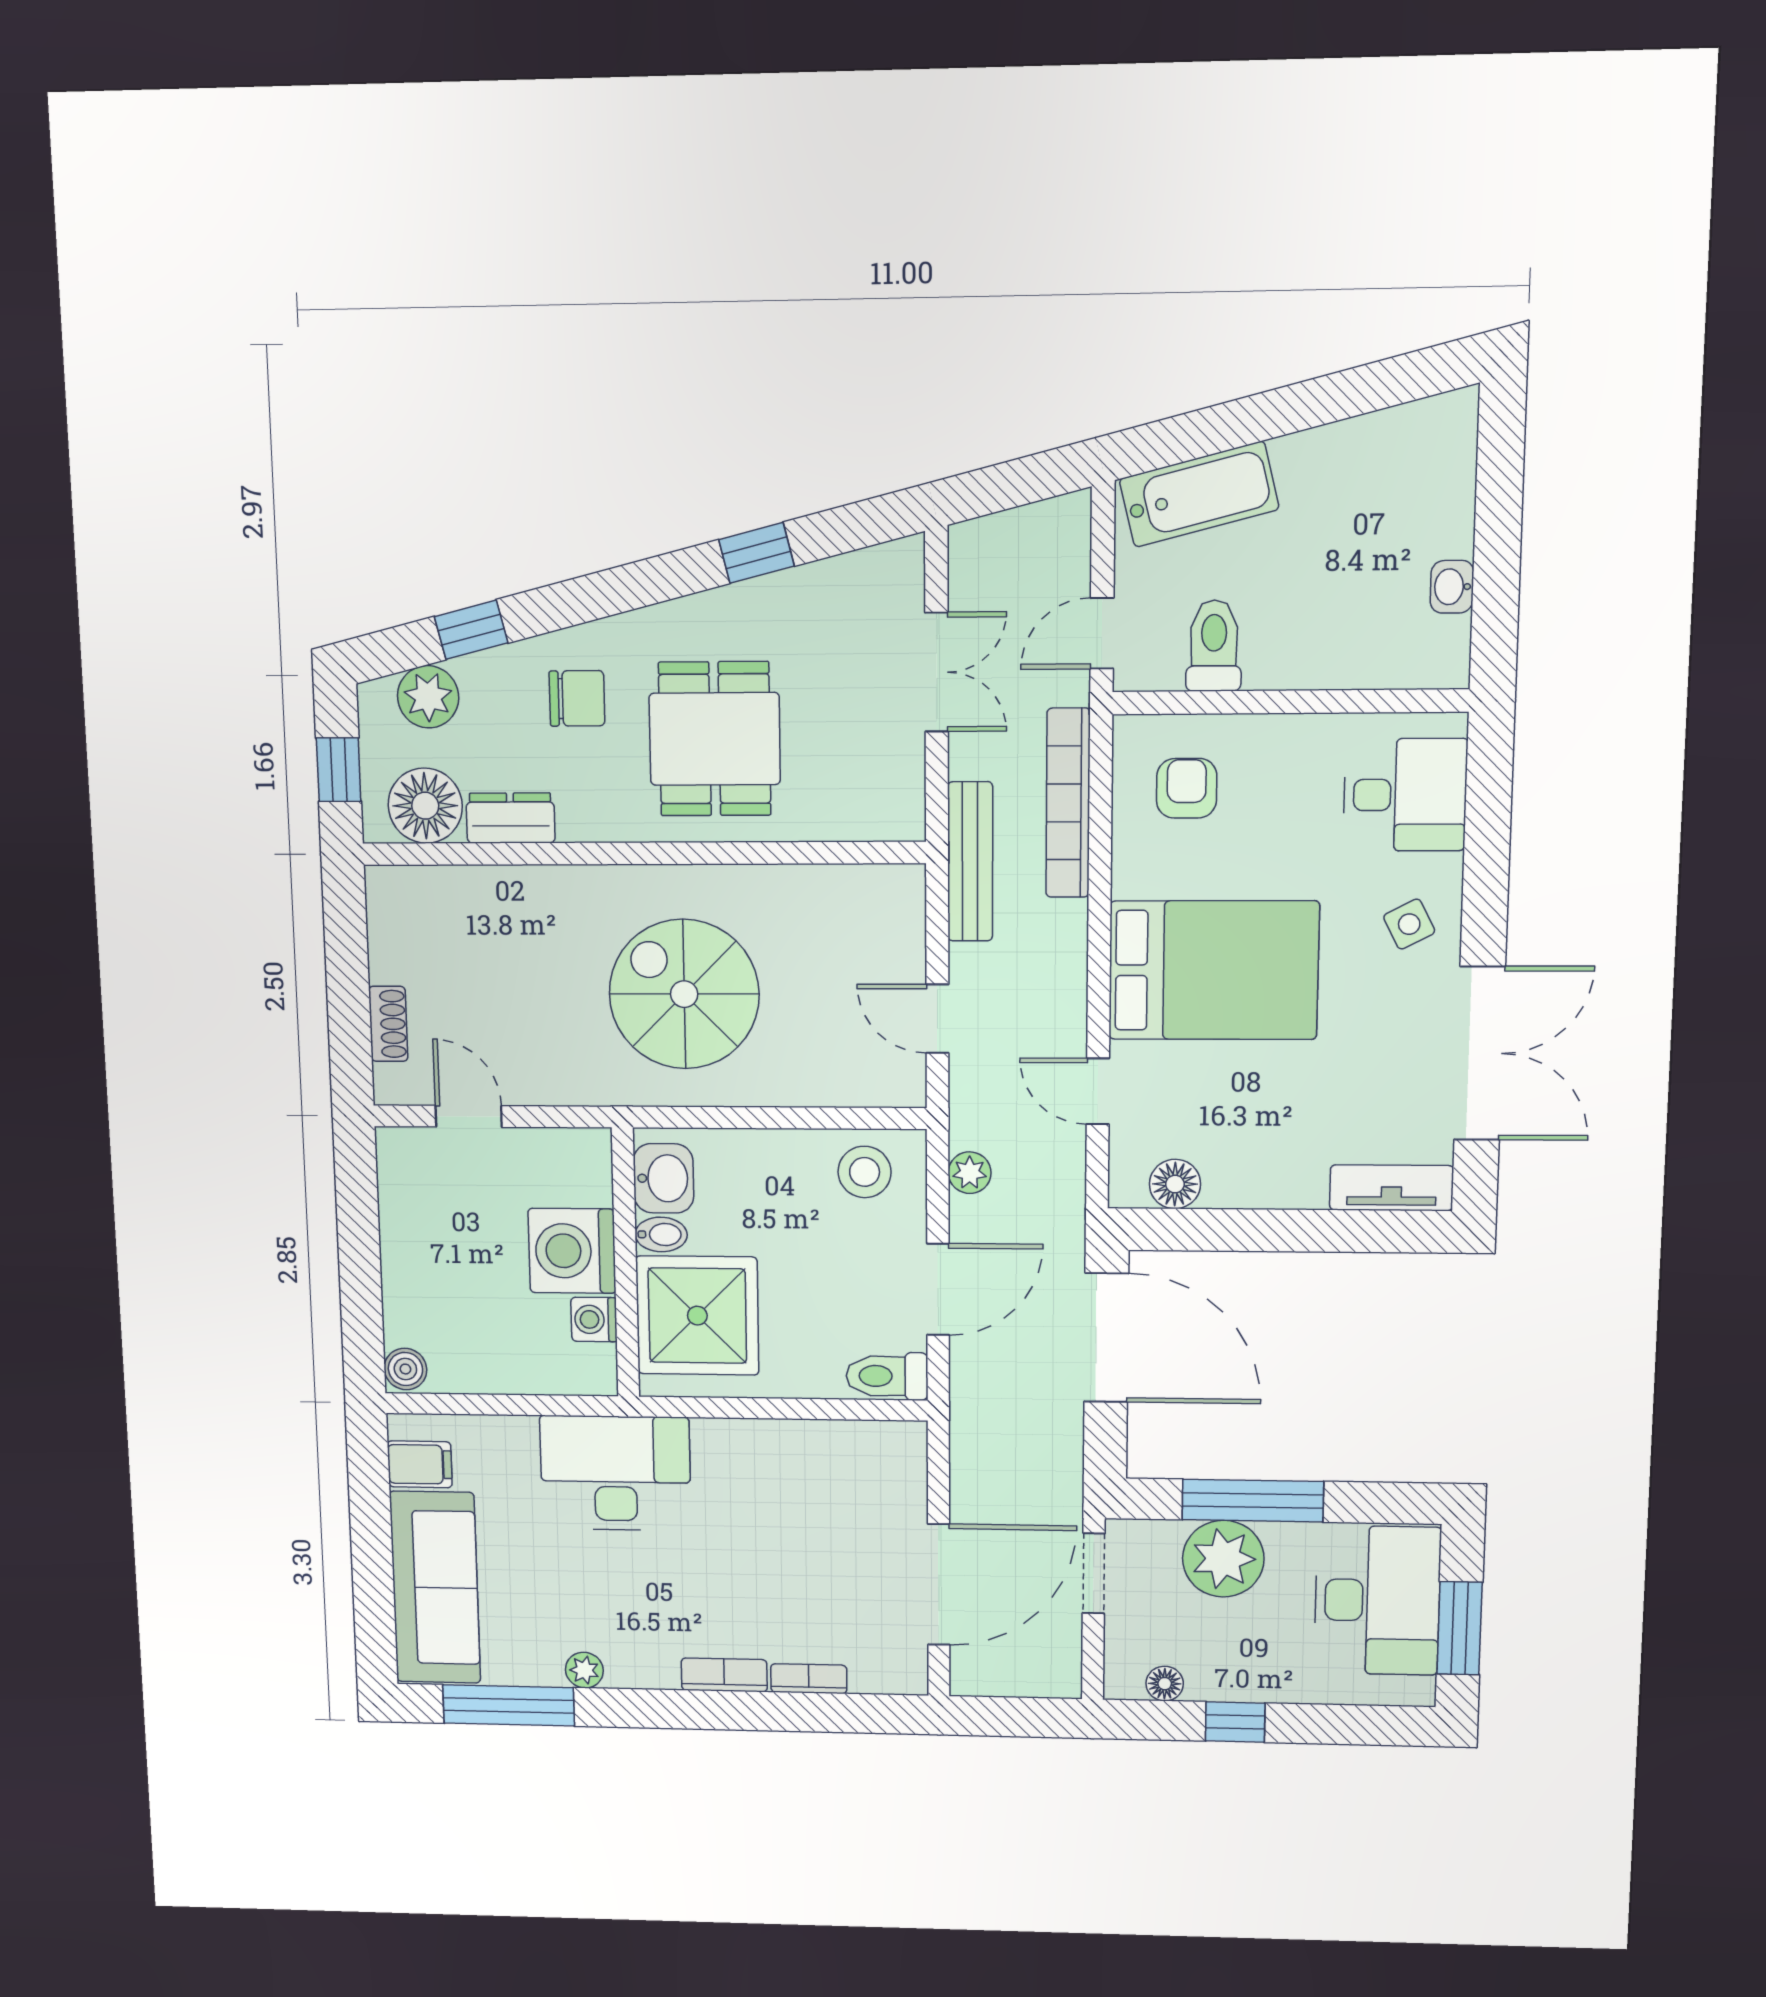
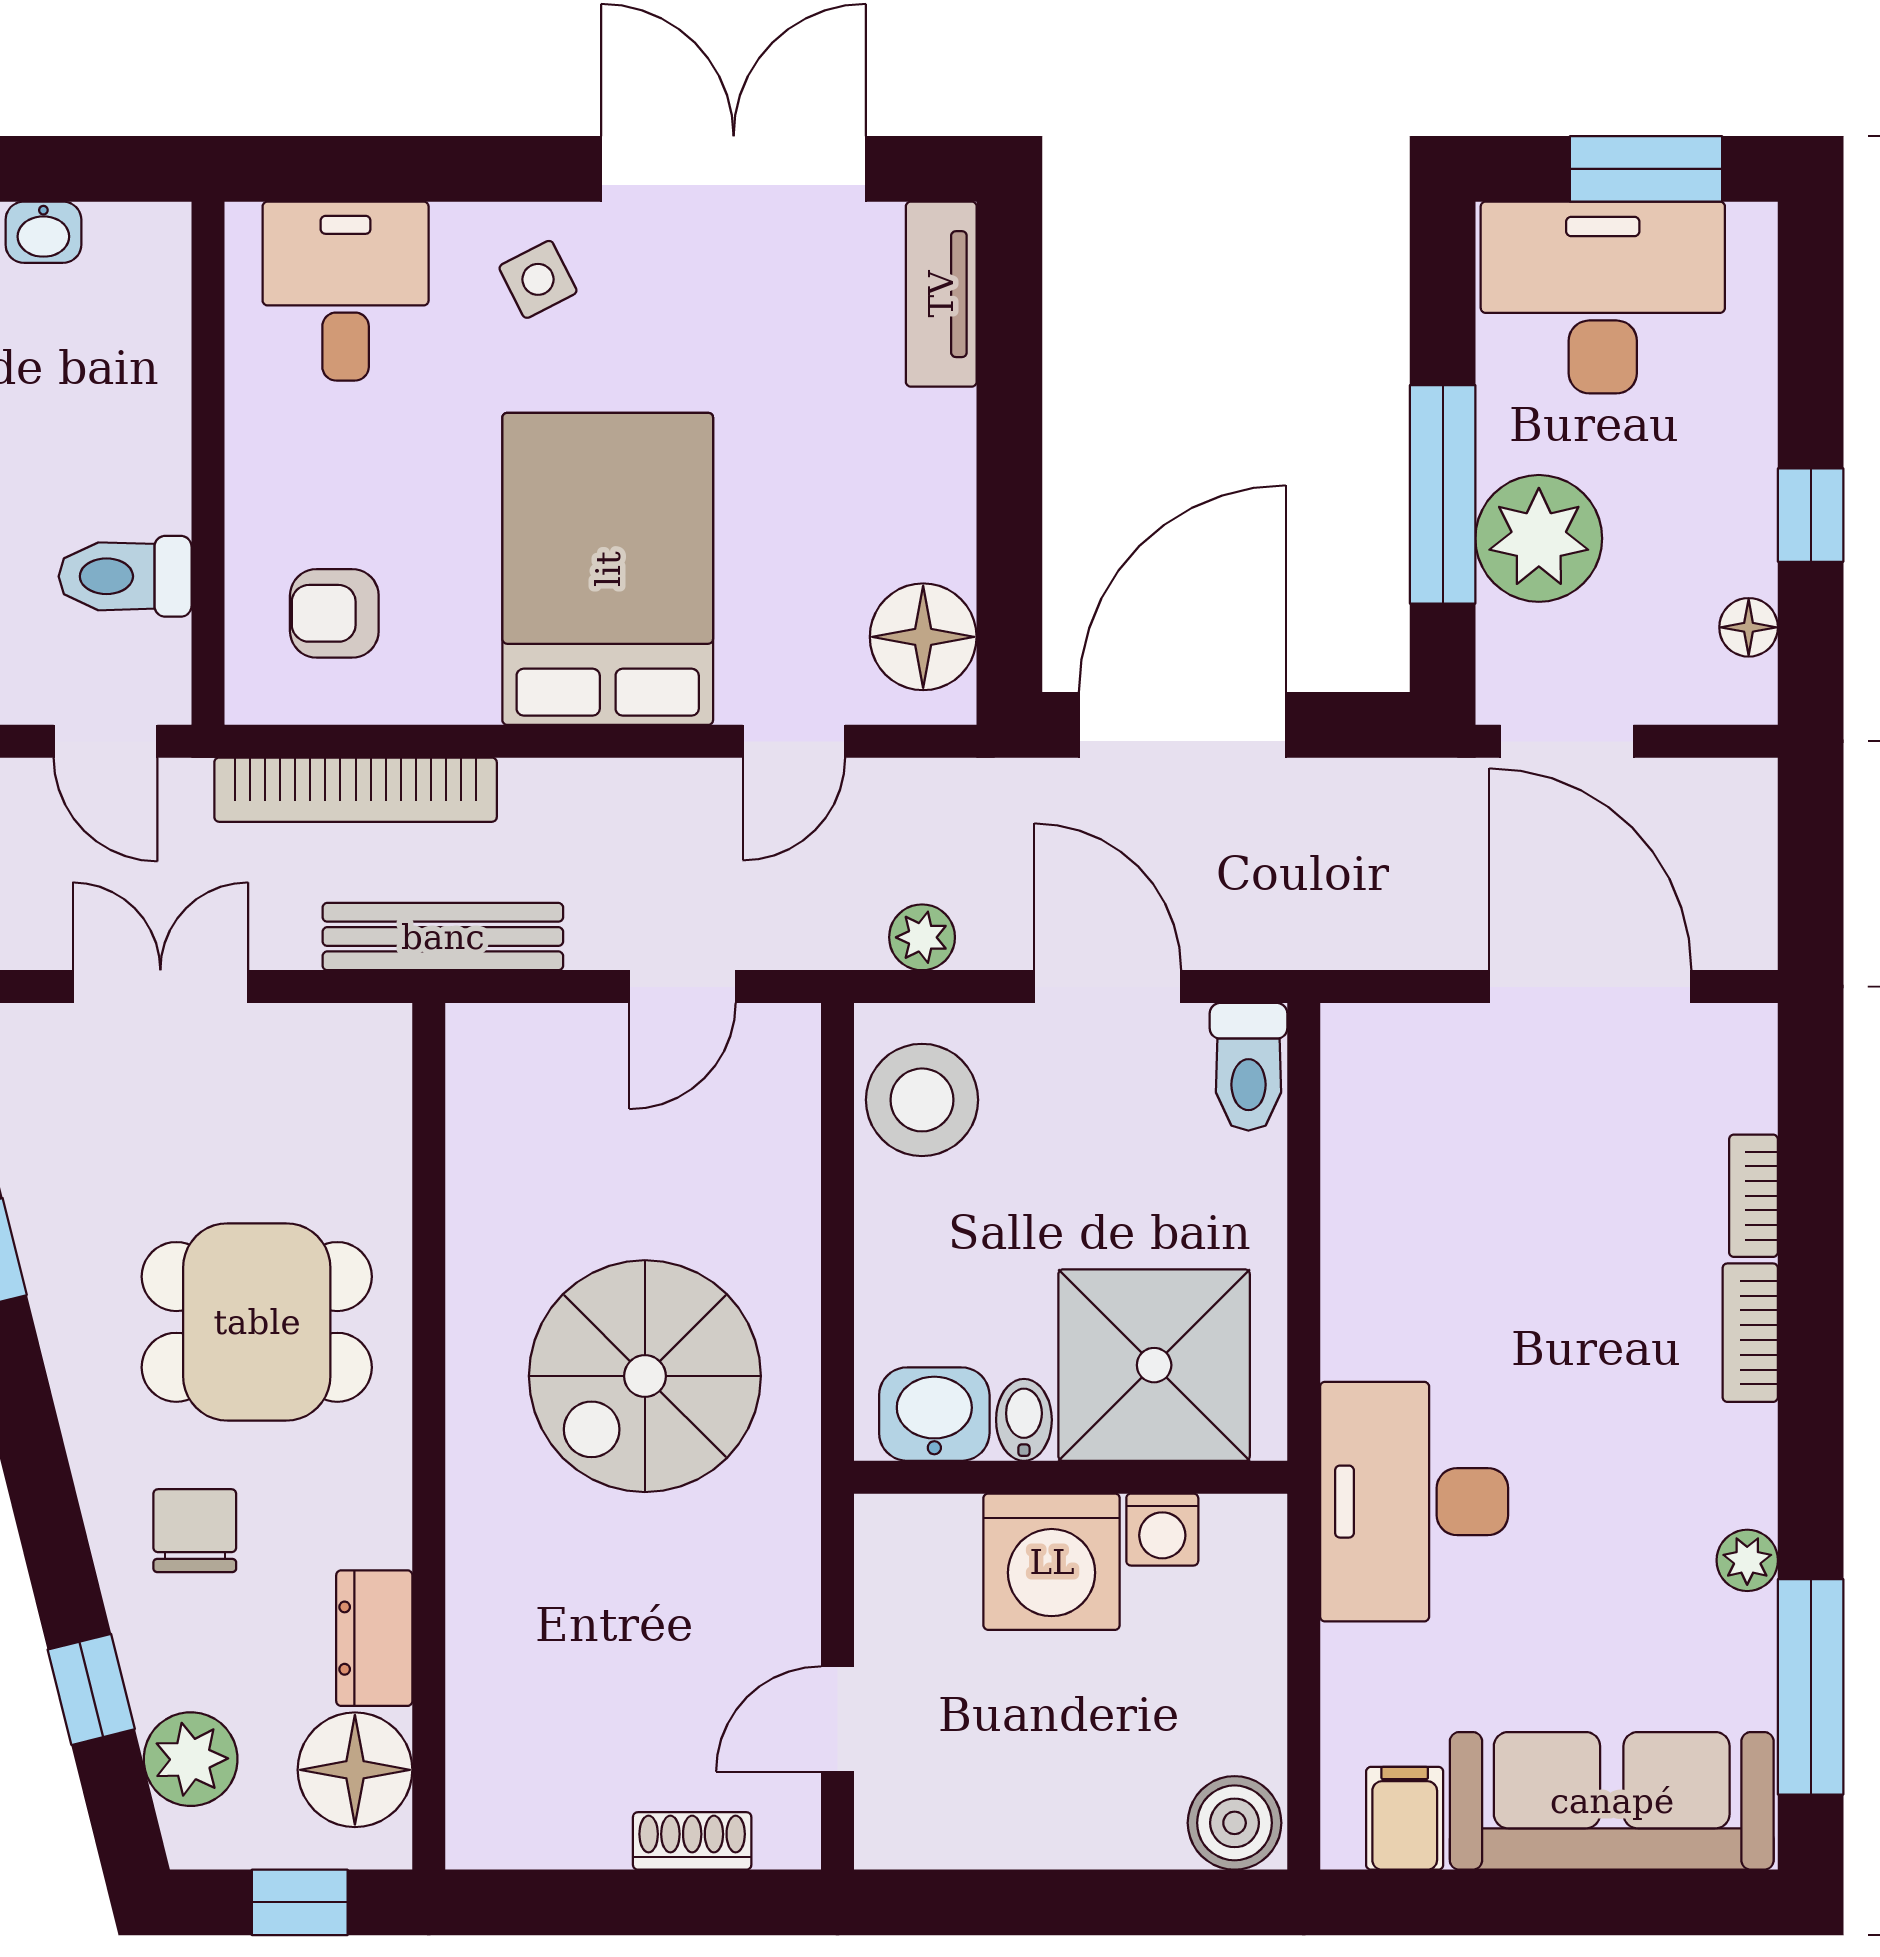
stool: (865, 1172) -> (922, 1100), width x1.38, depth x1.38
floor lamp: (1175, 1184) -> (923, 637), width x1.38, depth x1.38
boiler: (405, 1369) -> (1235, 1823), width x1.36, depth x1.36

